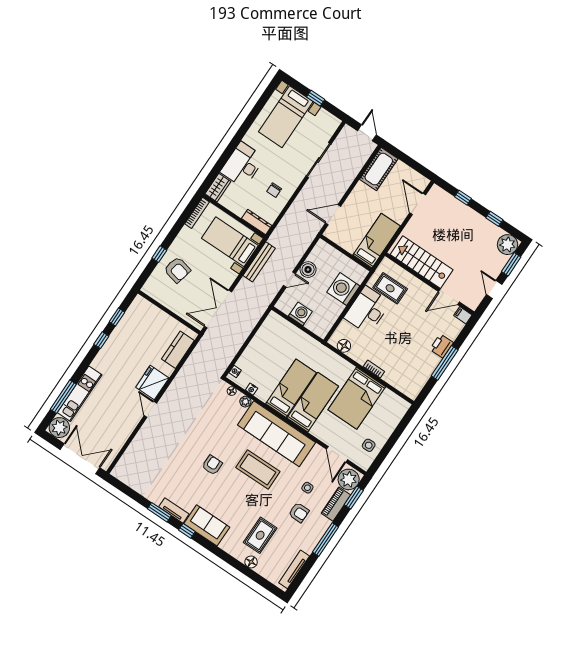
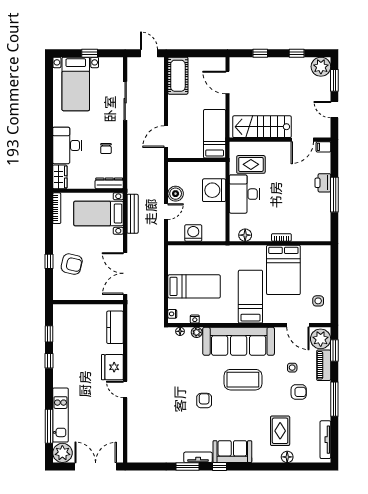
bed: (291, 388) -> (194, 286), moved, turned 90

